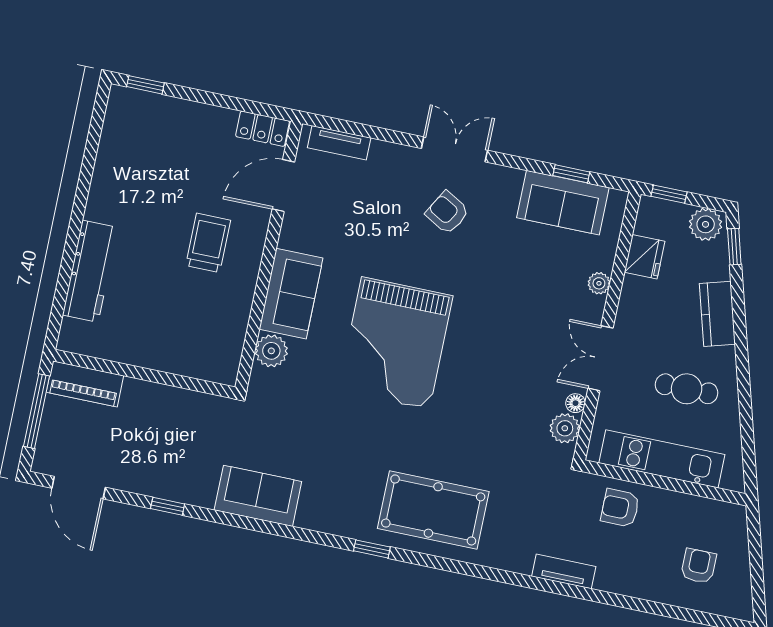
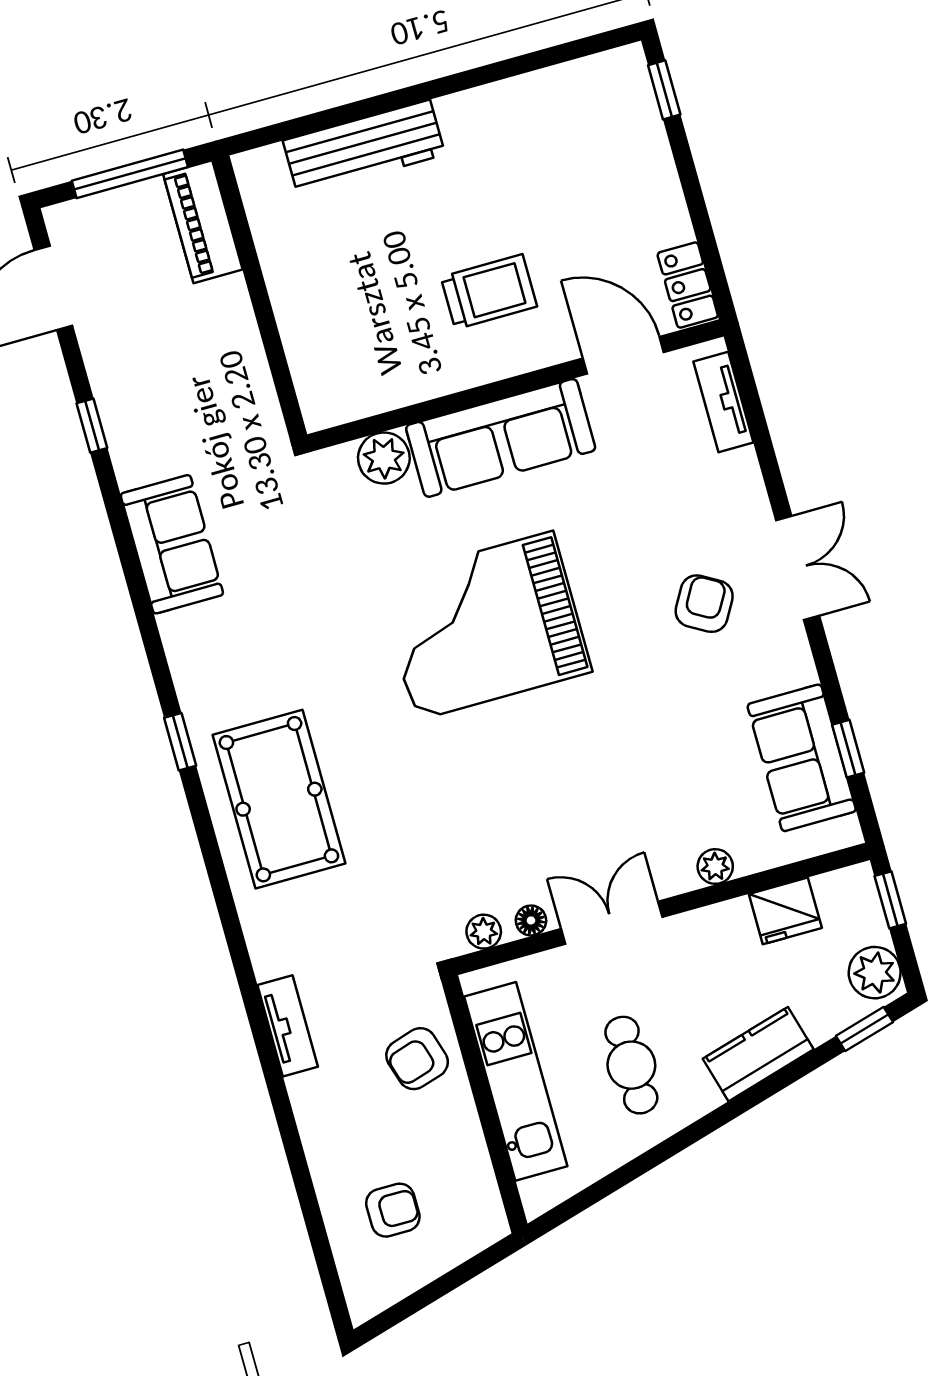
sofa: (291, 294) -> (501, 438), width x1.36
plant: (565, 428) -> (484, 932), width x0.73, depth x0.73
armchair: (620, 508) -> (417, 1059), turned -107

